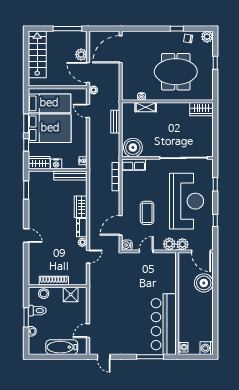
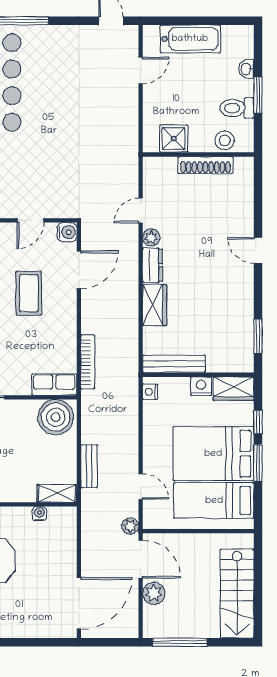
shelving: (146, 107) -> (57, 493), moved

